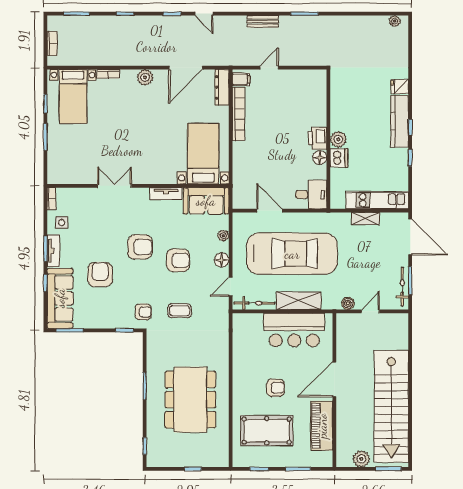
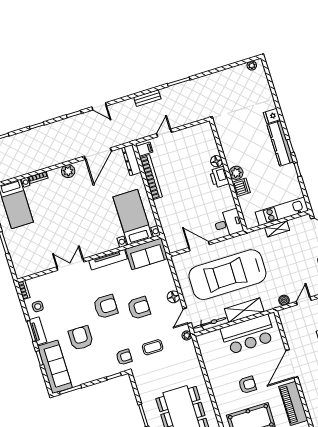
floor lamp: (320, 158) -> (216, 161), moved
tv unit: (166, 194) -> (108, 260), width x1.41
plant: (223, 236) -> (187, 335), moved
car: (292, 254) -> (227, 275), turned 180

